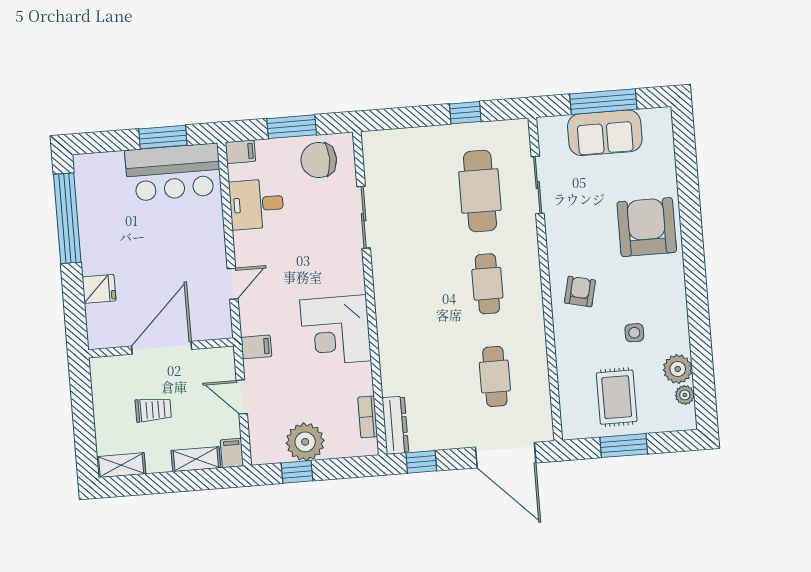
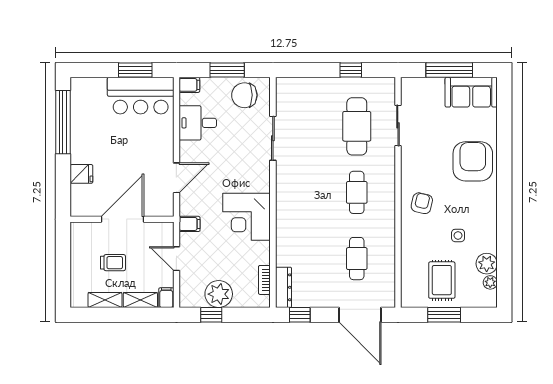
sofa: (605, 133) -> (471, 92), moved
door: (233, 284) -> (176, 178), width x1.38
shelving: (121, 465) -> (105, 300), moved

